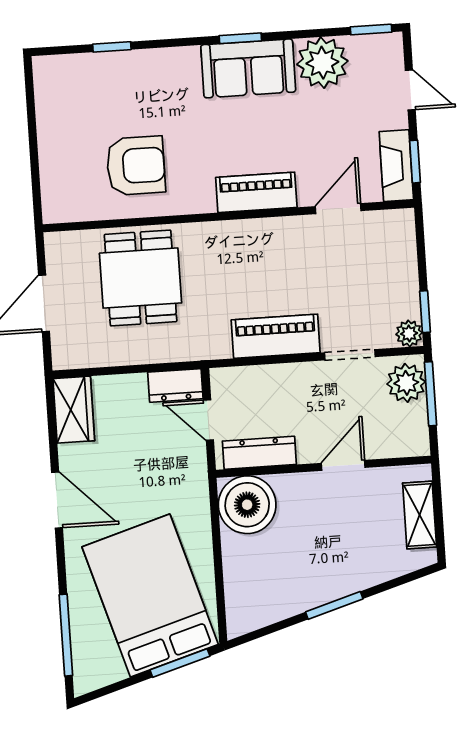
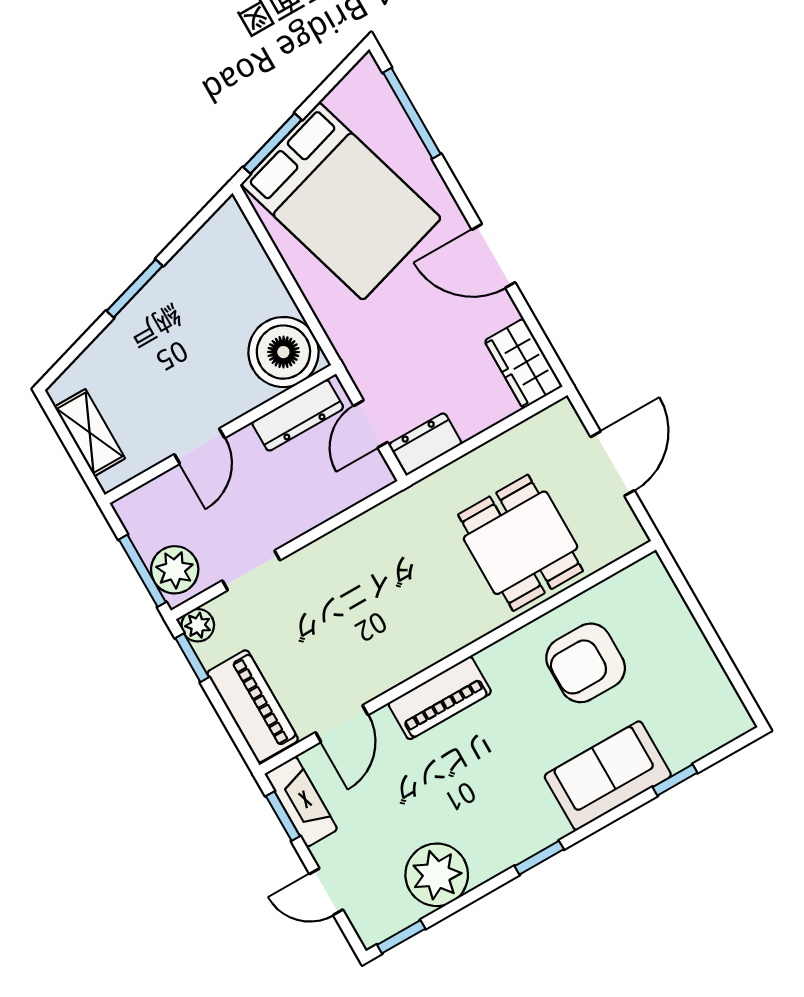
sofa: (248, 68) -> (608, 776), moved
piano: (276, 336) -> (253, 706), moved, turned -90
door: (209, 420) -> (371, 424), swing flipped

